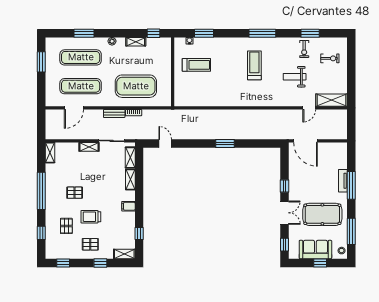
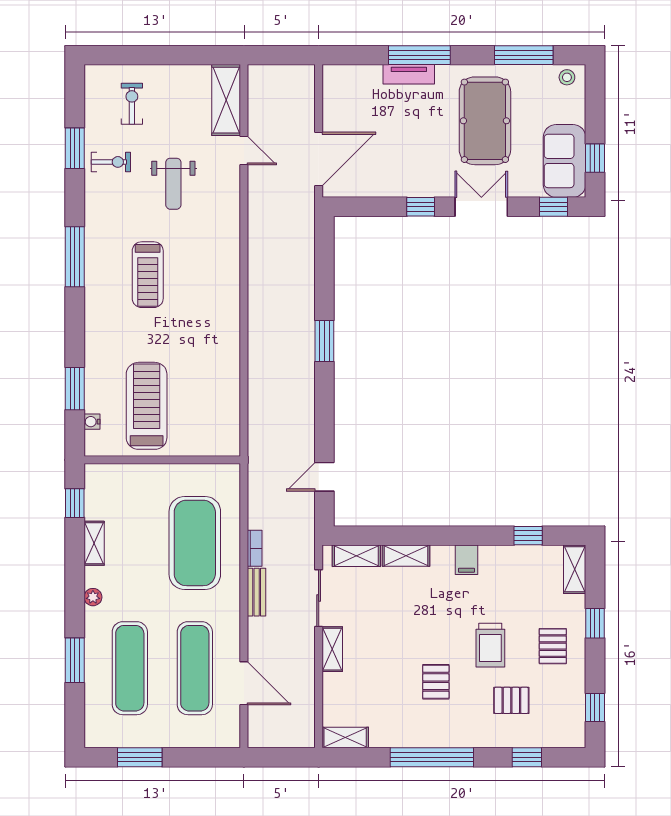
treadmill: (196, 65) -> (147, 406), width x1.37, depth x1.38
treadmill: (254, 65) -> (148, 275), turned -90
sofa: (315, 249) -> (565, 161), moved
window: (320, 263) -> (595, 158), moved

